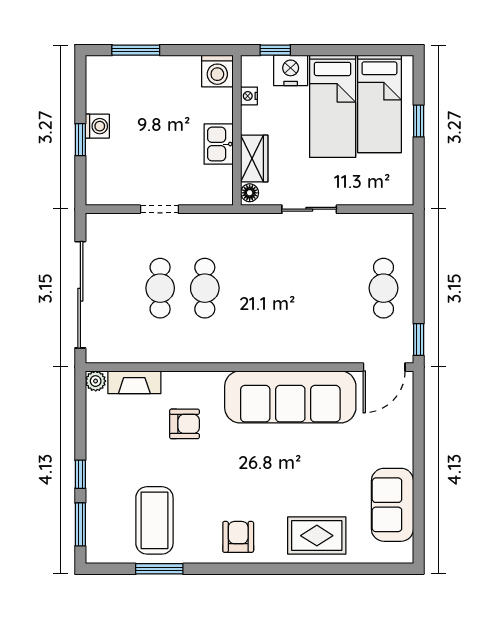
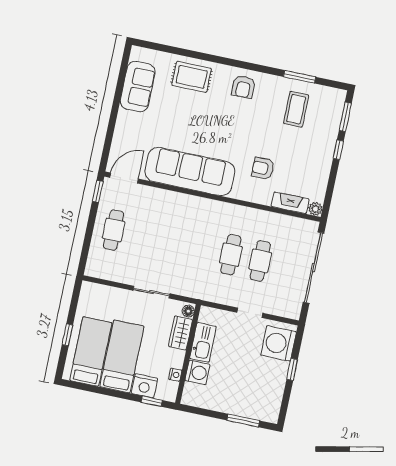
washing machine: (217, 71) -> (197, 372), moved, turned 90
washing machine: (97, 126) -> (279, 343), moved, width x1.89, depth x1.89
kitchen sink: (219, 144) -> (203, 342), width x1.38
coffee table: (154, 520) -> (296, 109), width x0.73, depth x0.76

